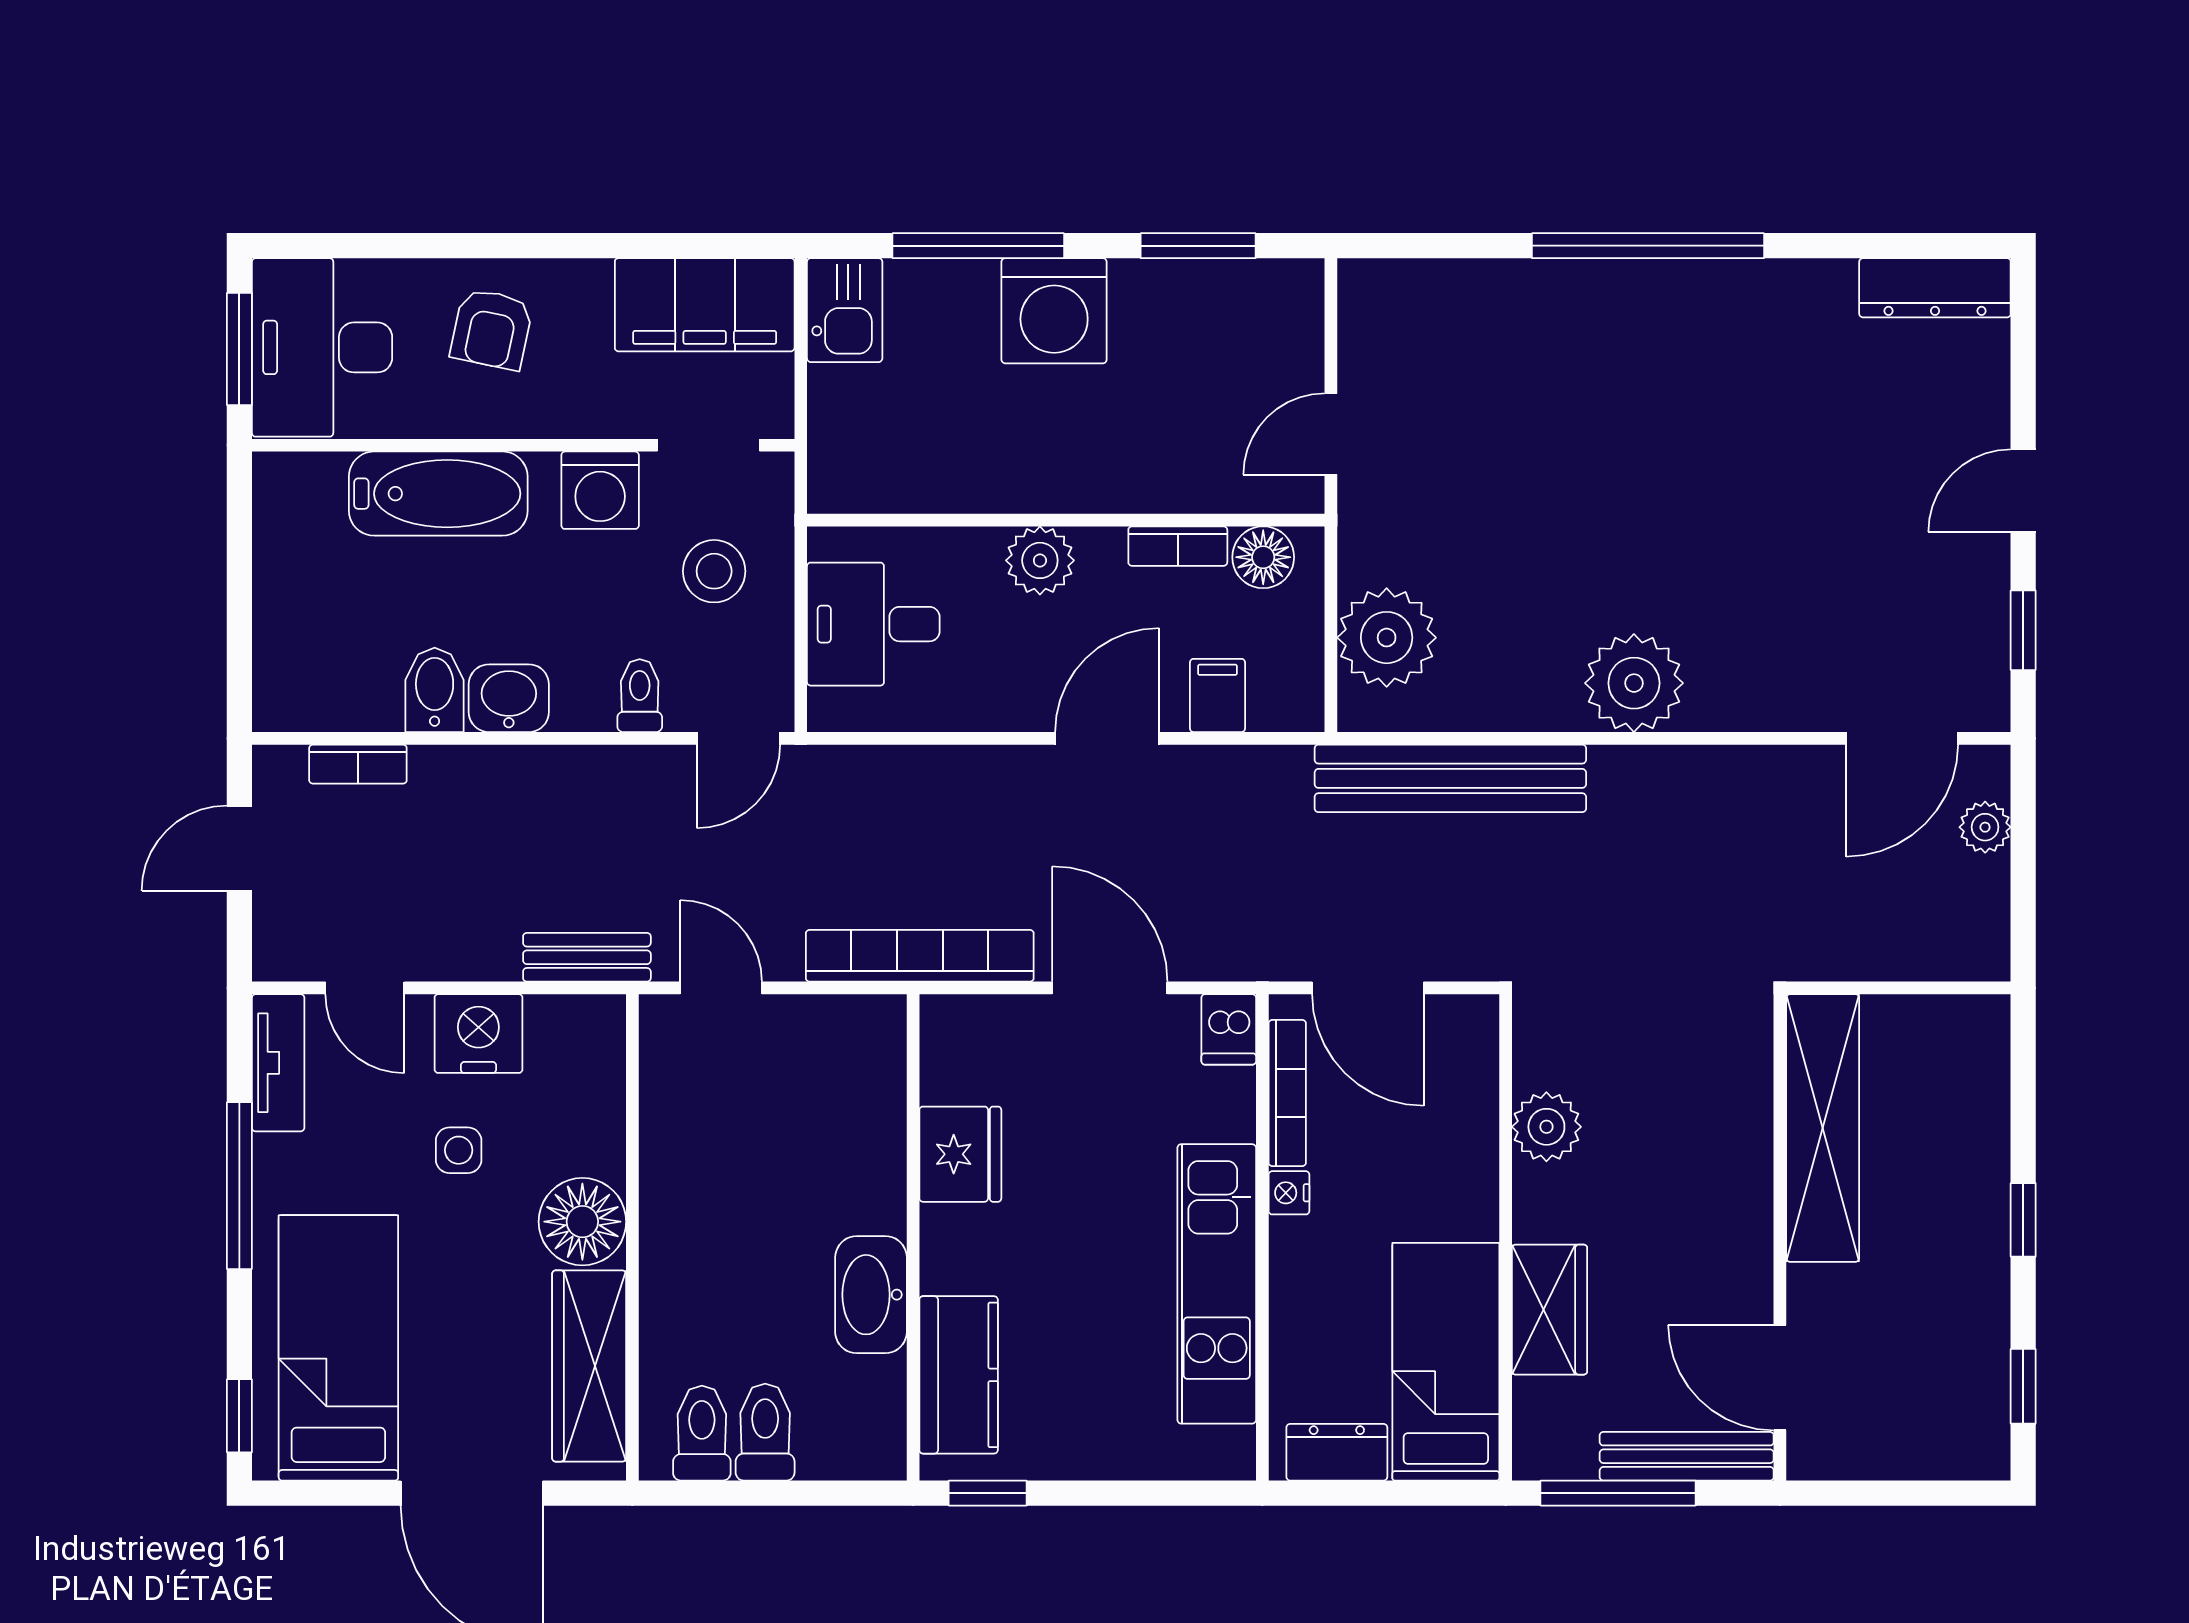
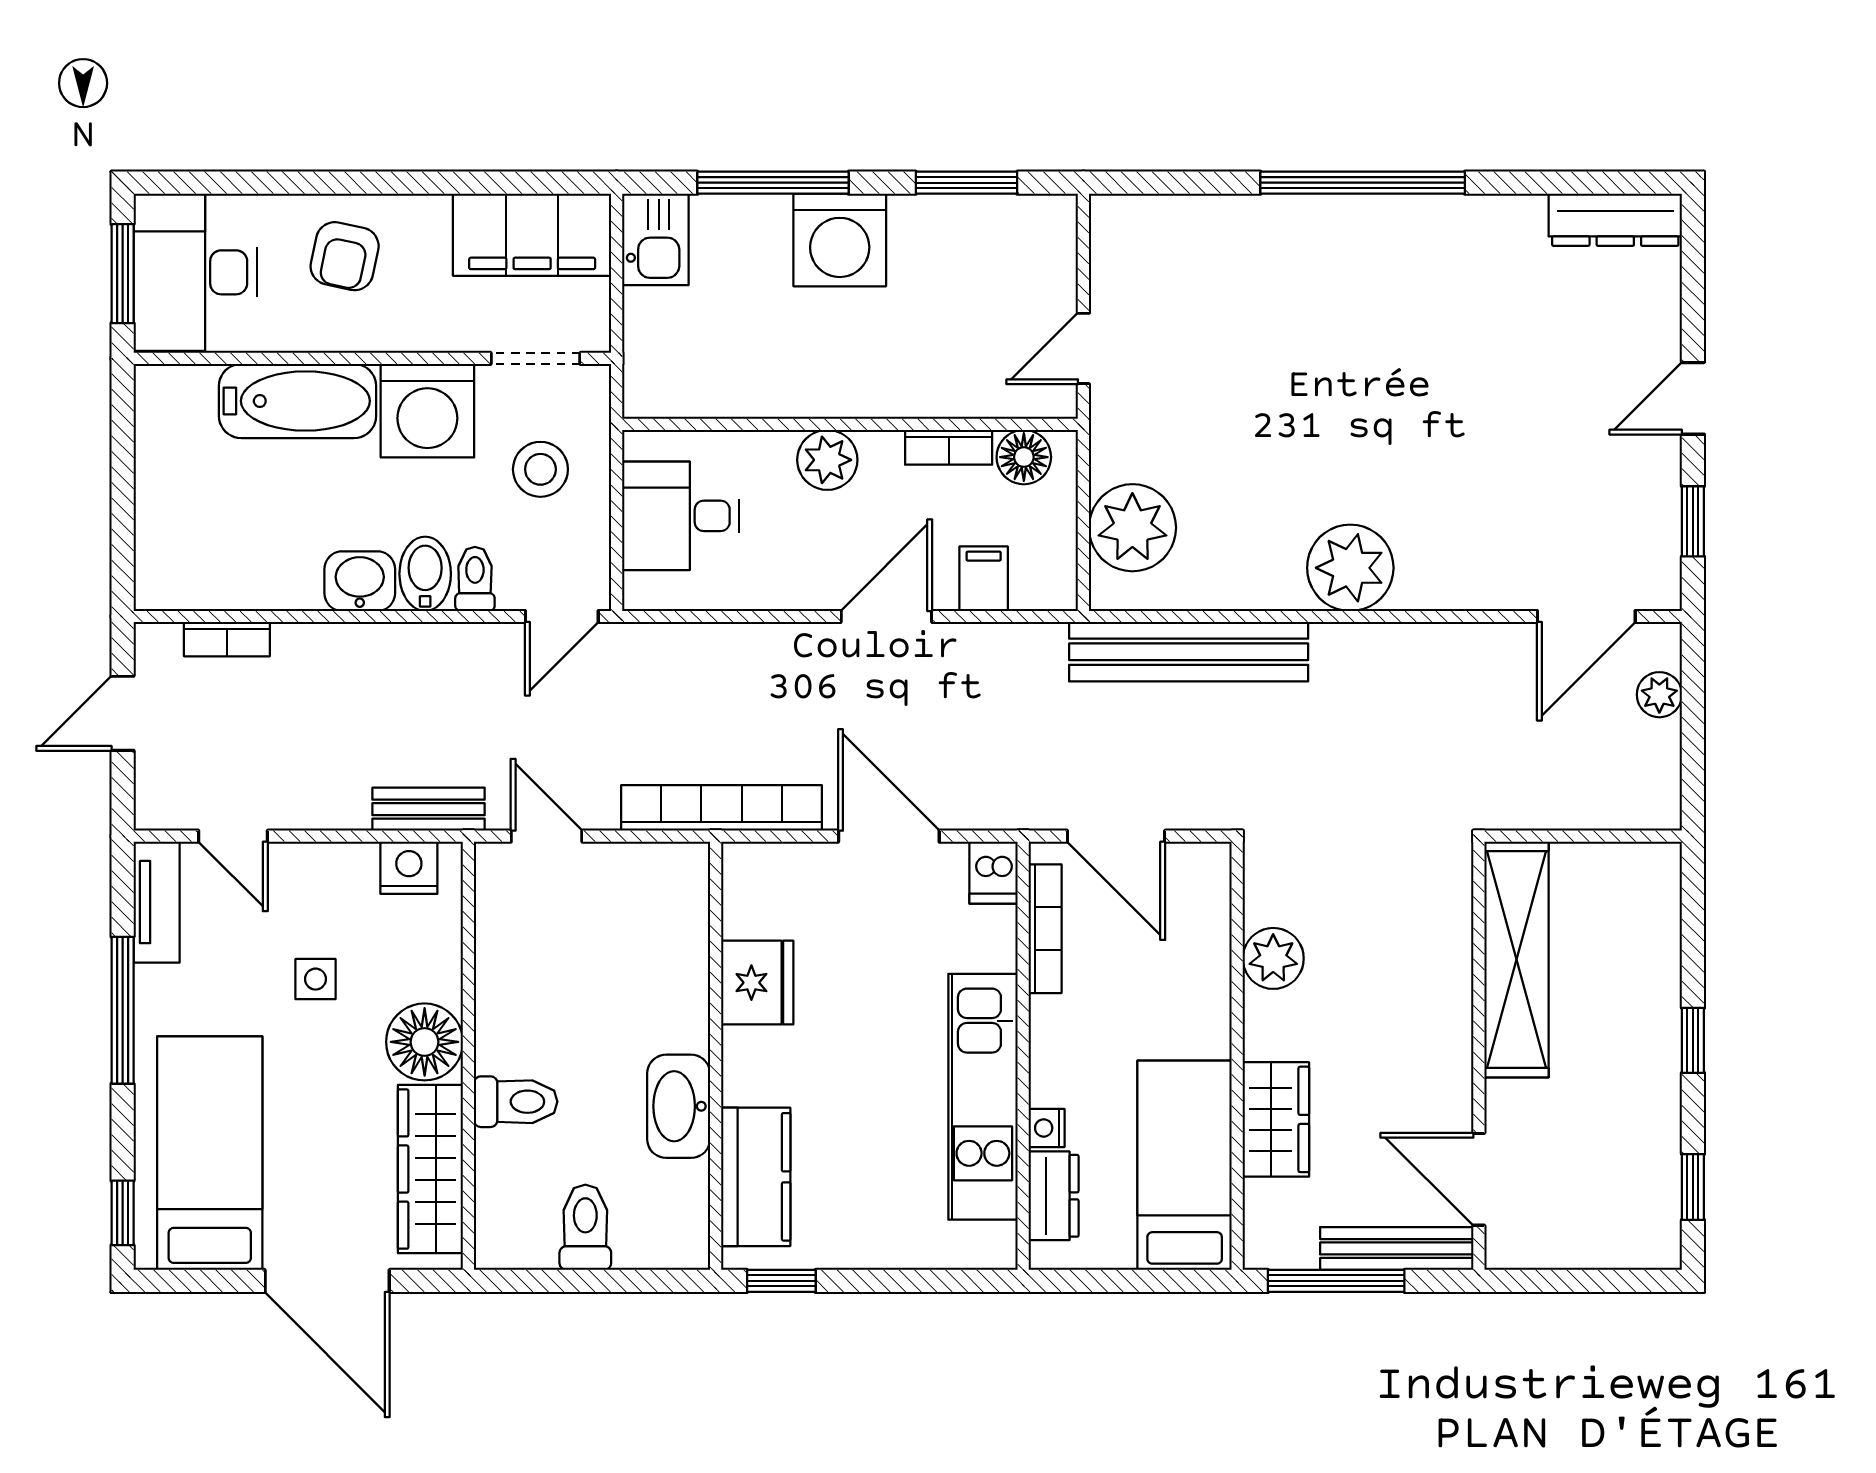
washing machine: (600, 490) -> (427, 411), width x1.37, depth x1.37
bidet: (435, 690) -> (425, 574), moved
nightstand: (478, 1034) -> (409, 868), moved, width x0.74, depth x0.75
nightstand: (1289, 1193) -> (1047, 1128), moved
toilet: (702, 1433) -> (516, 1102), moved, turned 90
dresser: (1337, 1452) -> (1054, 1196), moved, turned 90

